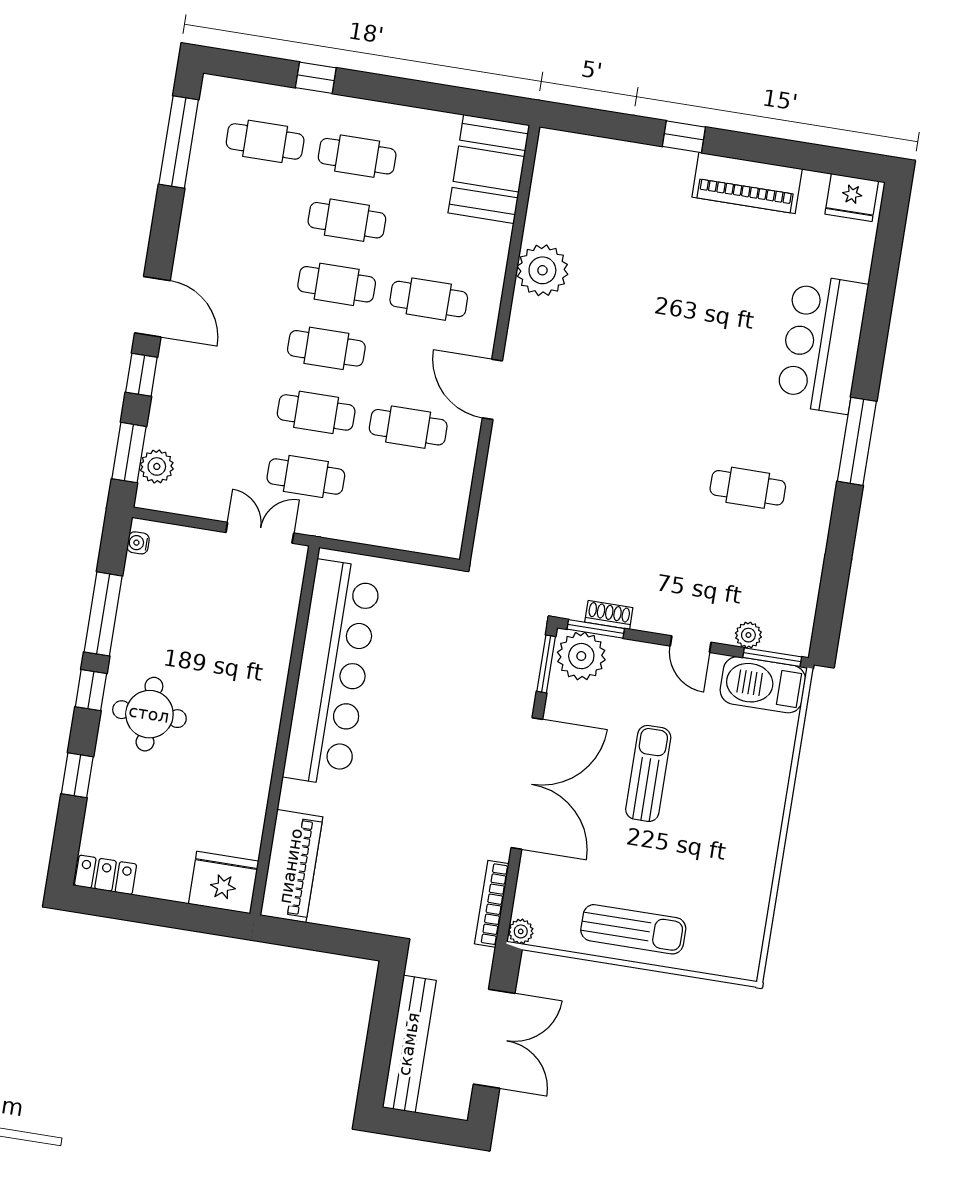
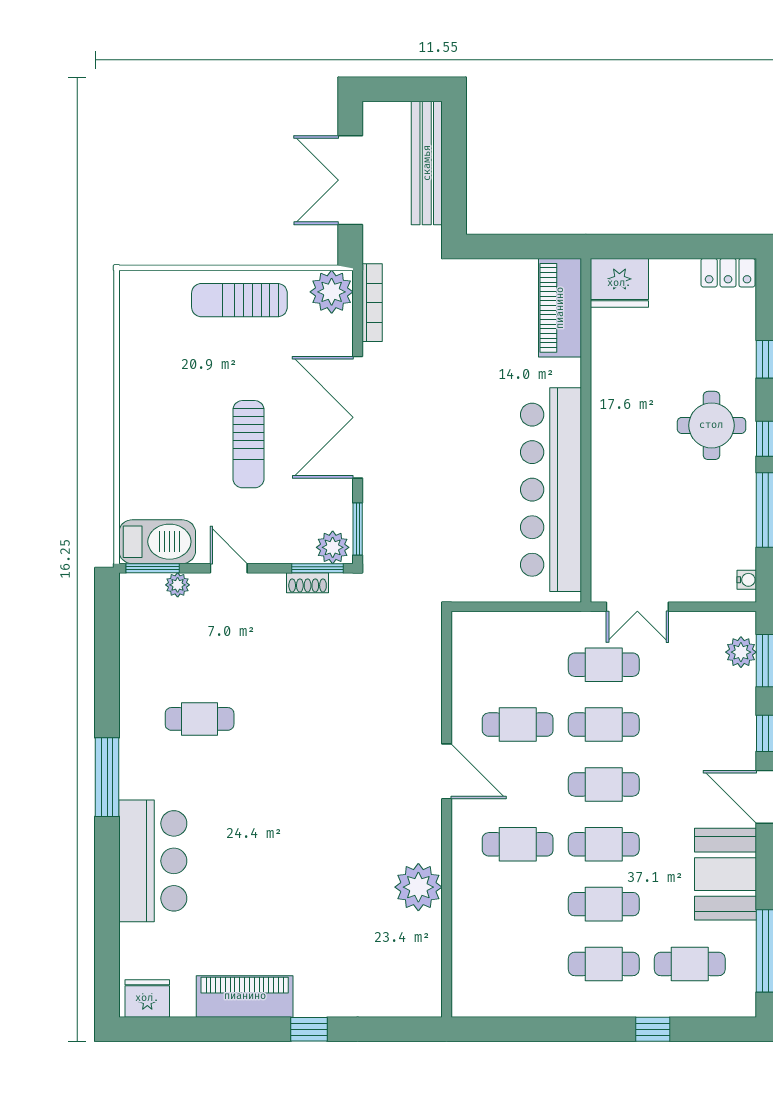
booth: (489, 169) -> (726, 874), moved
plant: (581, 656) -> (333, 547), width x0.73, depth x0.73
plant: (521, 931) -> (332, 292), width x1.87, depth x1.87

